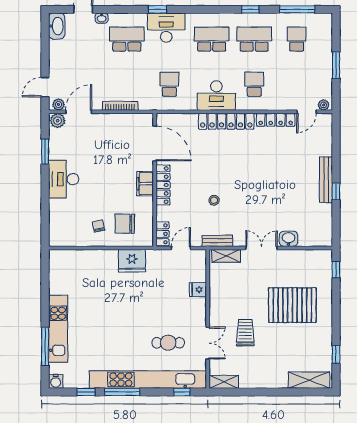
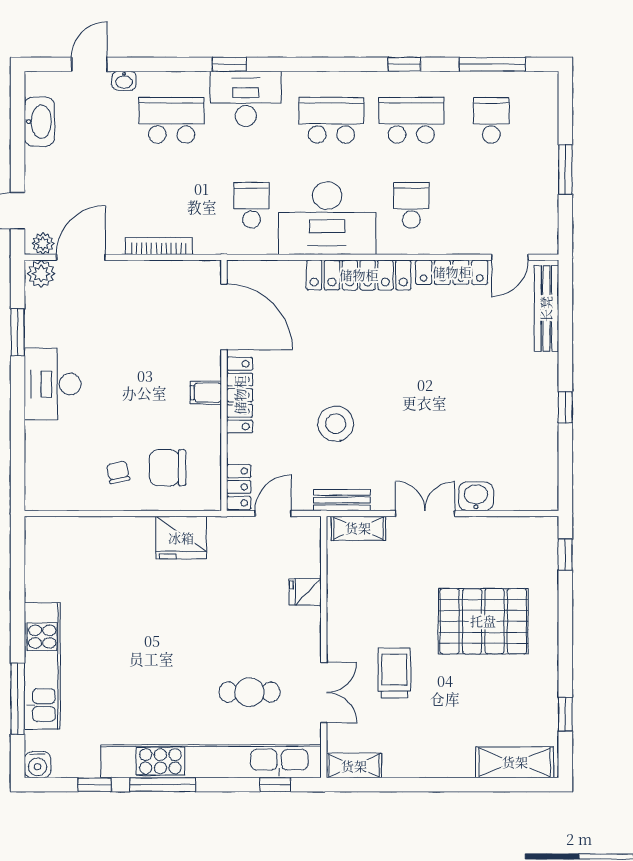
washbasin: (57, 26) -> (39, 122), moved
desk: (216, 95) -> (327, 218), width x1.36, depth x1.30
plant: (324, 105) -> (542, 244), removed
bench: (326, 180) -> (546, 309), moved
filing cabinet: (145, 184) -> (206, 393), width x0.50
stool: (214, 200) -> (336, 424), width x1.89, depth x1.89

